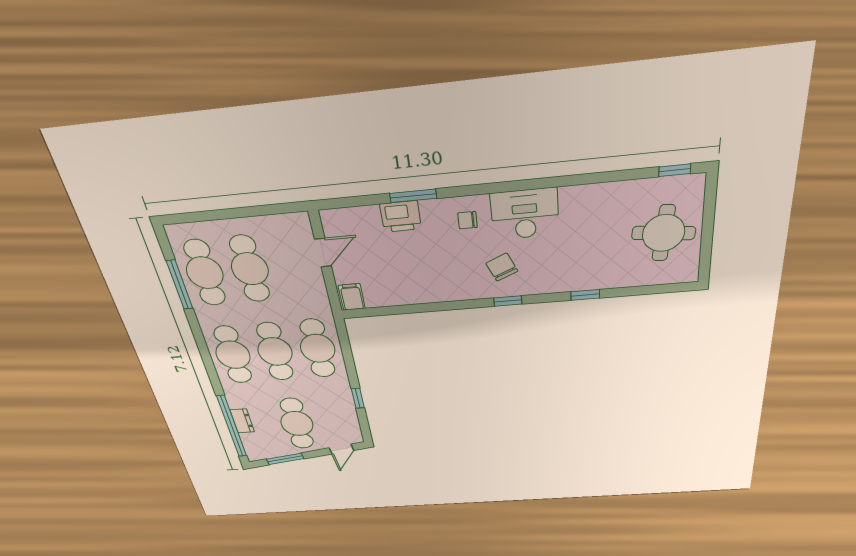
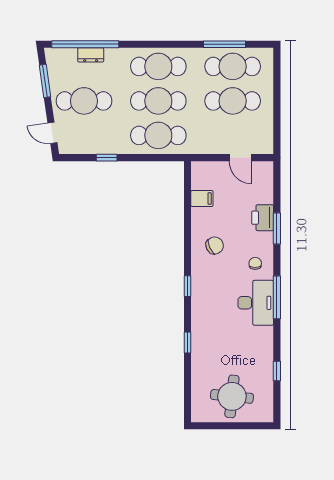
window: (675, 170) -> (277, 371), moved
window: (515, 186) -> (277, 297), added
chair: (502, 267) -> (215, 245), moved
filing cabinet: (352, 297) -> (202, 199), moved

